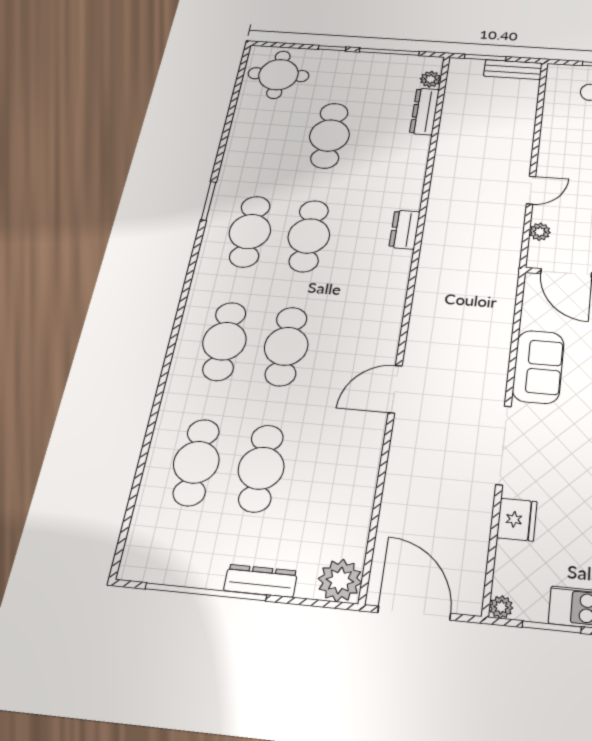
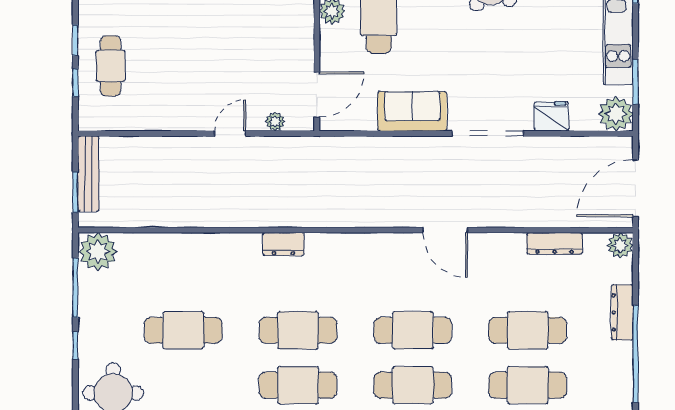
bench: (513, 70) -> (88, 174), width x1.36
plant: (430, 79) -> (98, 252), width x1.88, depth x1.88
dresser: (425, 111) -> (555, 243), moved
door: (531, 190) -> (230, 133), hinge flipped
plant: (340, 580) -> (620, 245), width x0.73, depth x0.73
plant: (501, 607) -> (616, 114), width x1.88, depth x1.88

